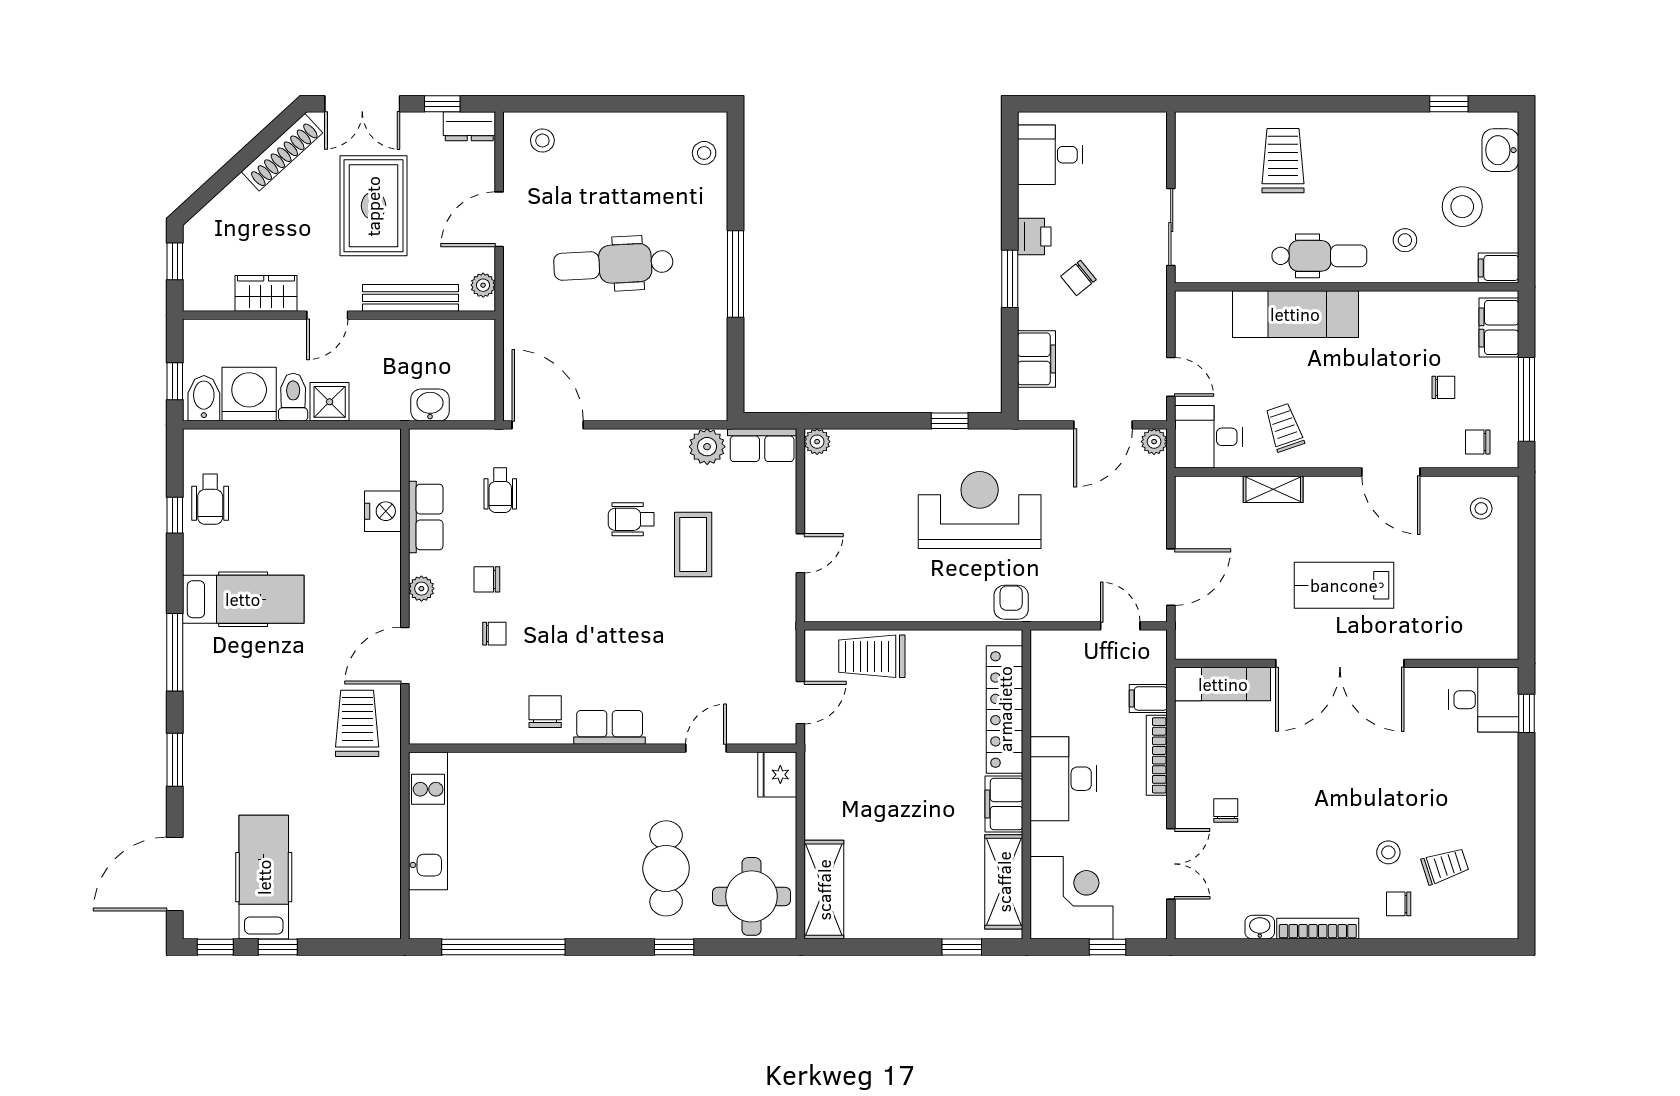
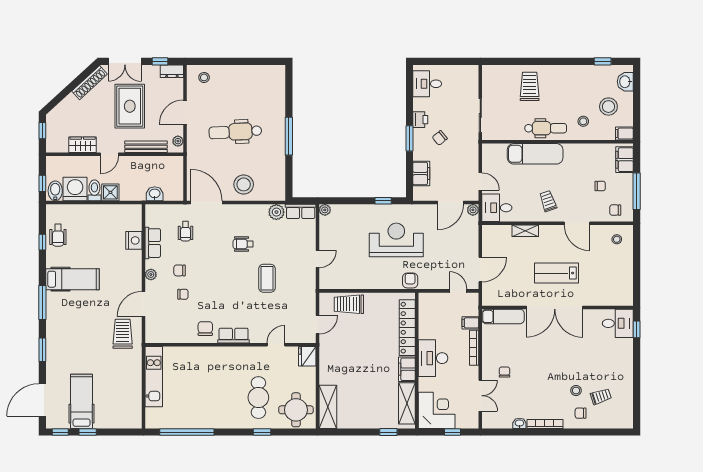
stool: (704, 153) -> (244, 184), moved, width x1.89, depth x1.89
trolley: (1284, 428) -> (548, 201), moved
coffee table: (693, 544) -> (267, 278), moved

